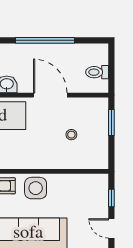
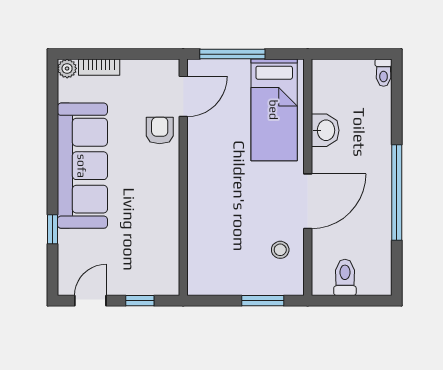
stool: (71, 135) -> (280, 250), moved
side table: (36, 188) -> (156, 177), removed

